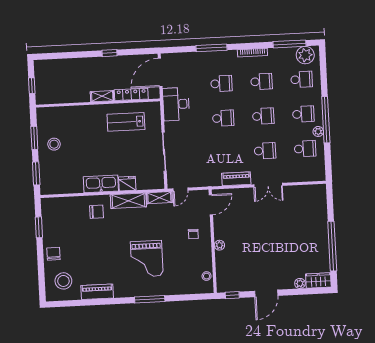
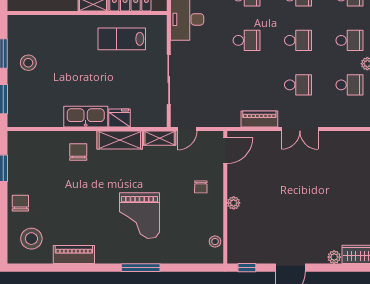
chair: (97, 212) -> (78, 152), turned -90

